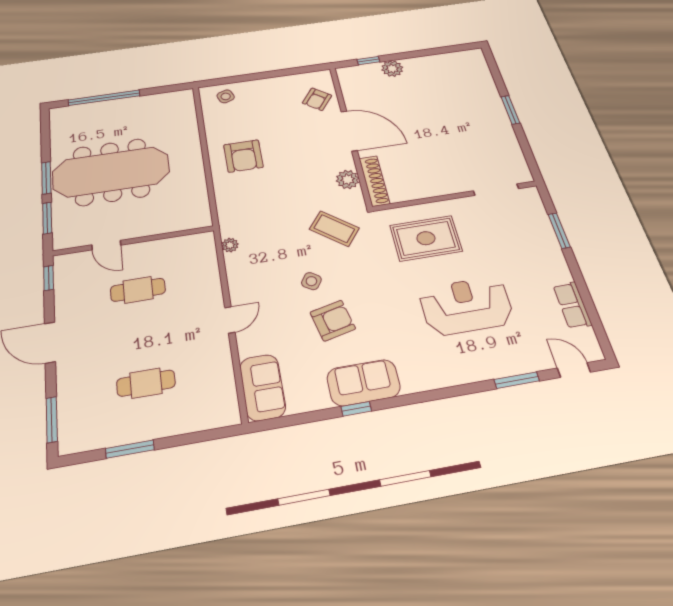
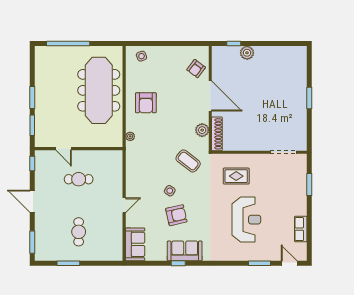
meeting table: (111, 172) -> (99, 90), moved, turned 90
rug: (426, 238) -> (236, 176), width x0.73, depth x0.70
plant: (230, 245) -> (130, 136), moved
reception desk: (466, 306) -> (246, 220), turned 90
cafe table: (146, 383) -> (79, 232), turned 90

